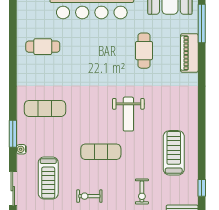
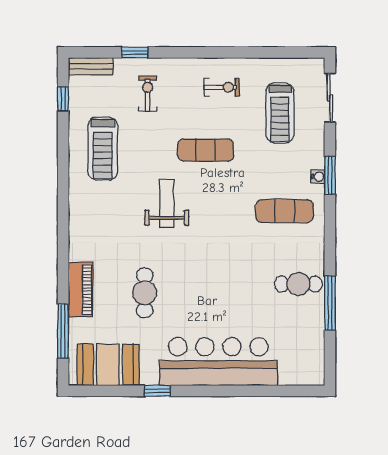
window: (13, 43) -> (330, 303), added
cafe table: (43, 47) -> (298, 284), moved
water cooler: (21, 149) -> (318, 177), moved
treadmill: (48, 178) -> (280, 113), turned 180

